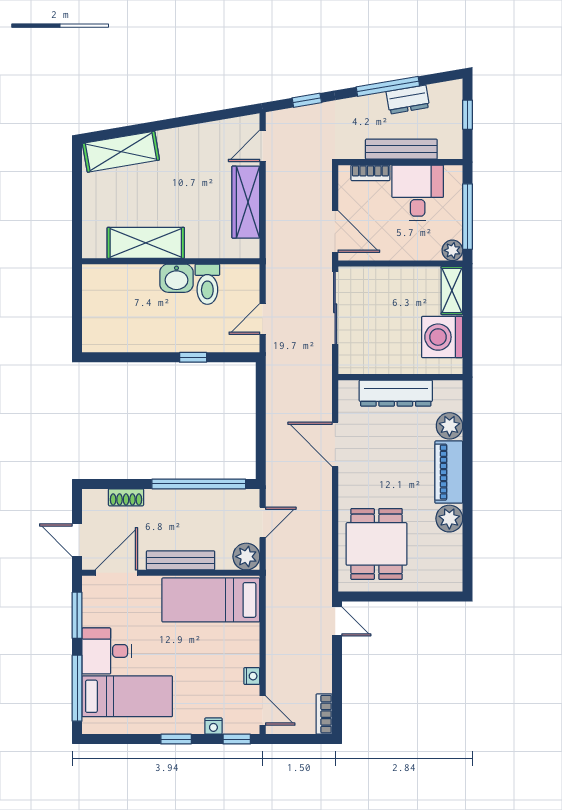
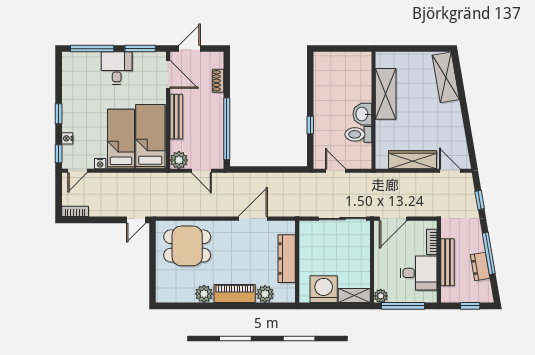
bed: (127, 696) -> (121, 139), moved, turned 180

